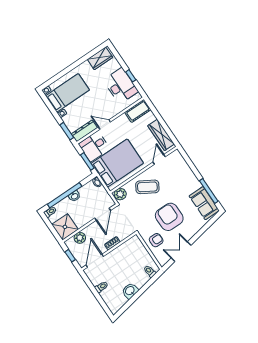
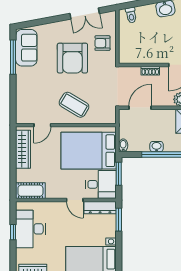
plant: (120, 194) -> (107, 116), removed

